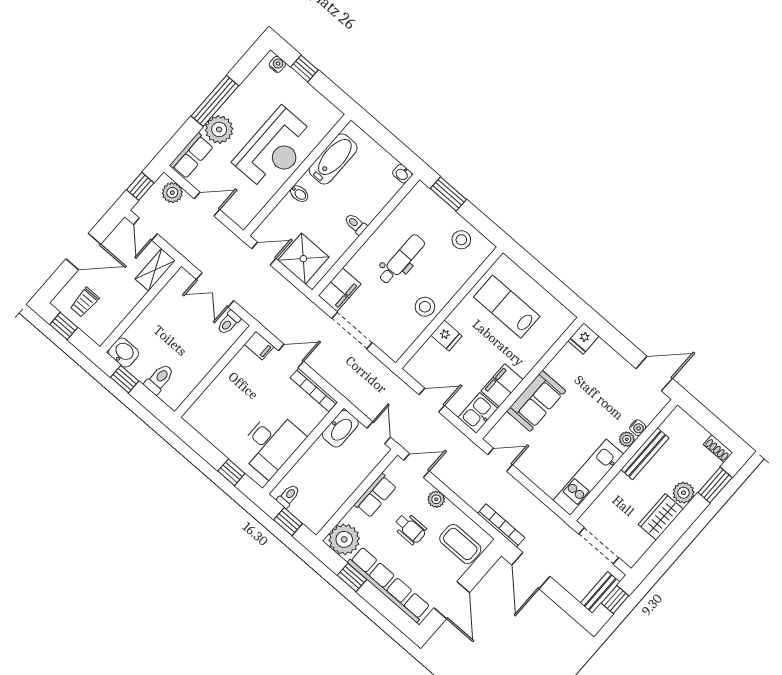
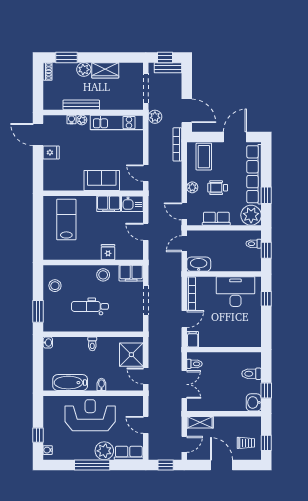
plant: (172, 193) -> (155, 117), moved
filing cabinet: (340, 290) -> (131, 273), moved, turned 180
lab bench: (507, 307) -> (66, 220), moved, turned 180
fridge: (583, 338) -> (51, 152), moved
door: (291, 356) -> (184, 319), swing flipped
toilet: (288, 496) -> (254, 244), moved
wheelchair: (410, 529) -> (218, 188), turned -90
door: (531, 571) -> (187, 111), hinge flipped

